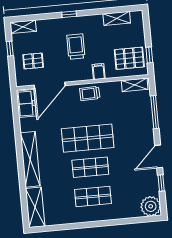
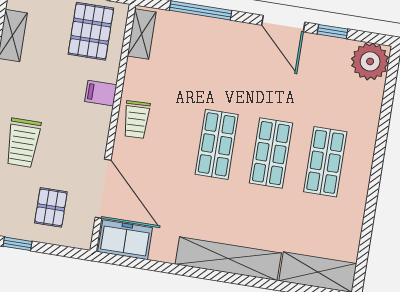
trolley: (76, 47) -> (23, 143), moved, turned -90
shop shelf: (88, 138) -> (217, 144), width x0.70, depth x0.74

